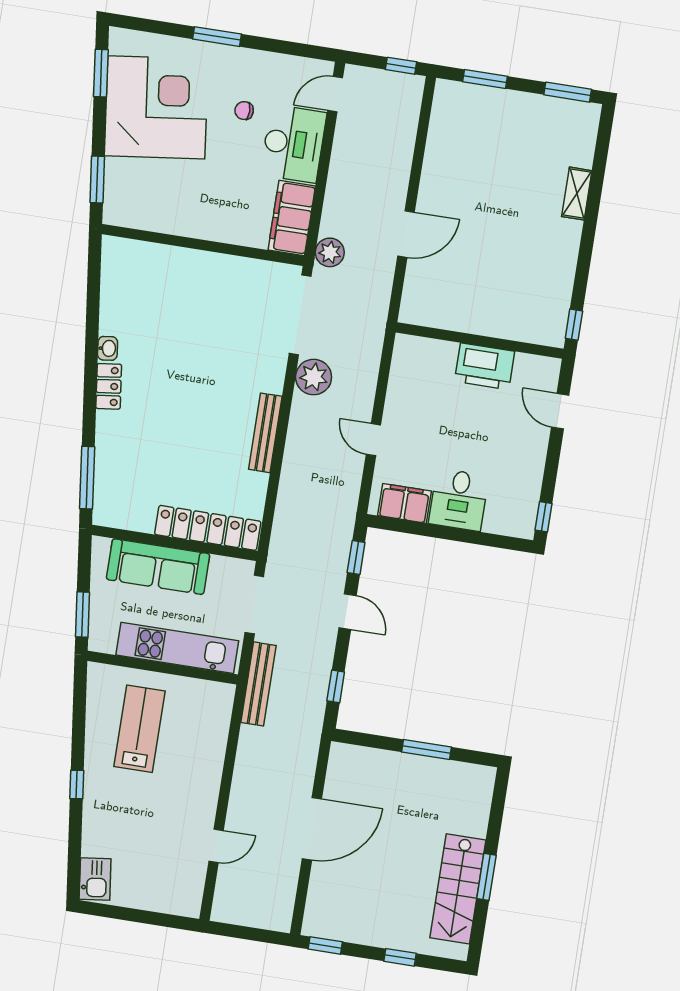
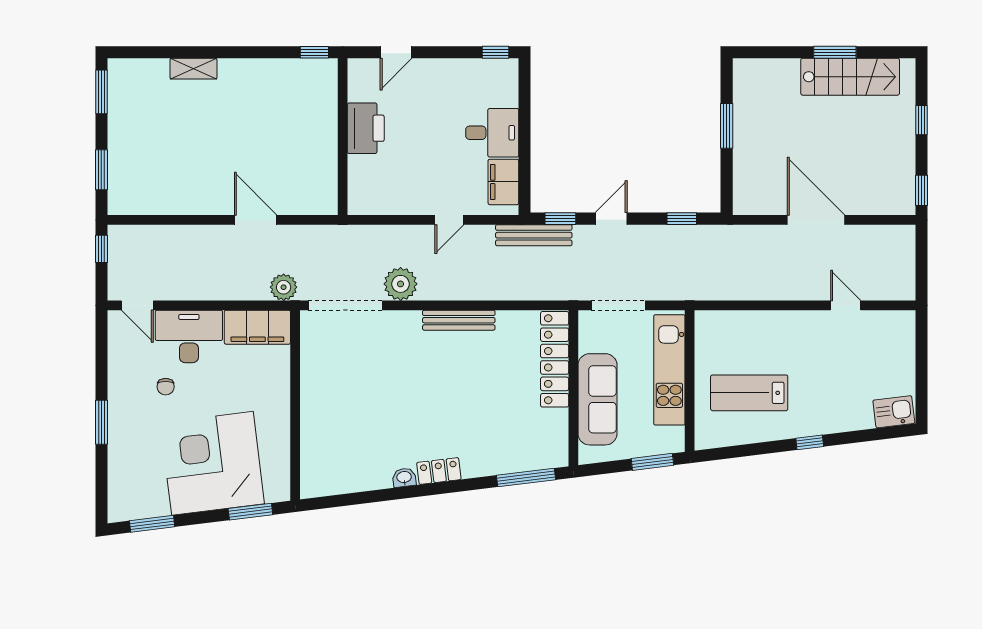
corner desk: (156, 107) -> (212, 463), moved
bench: (259, 684) -> (534, 235), moved

